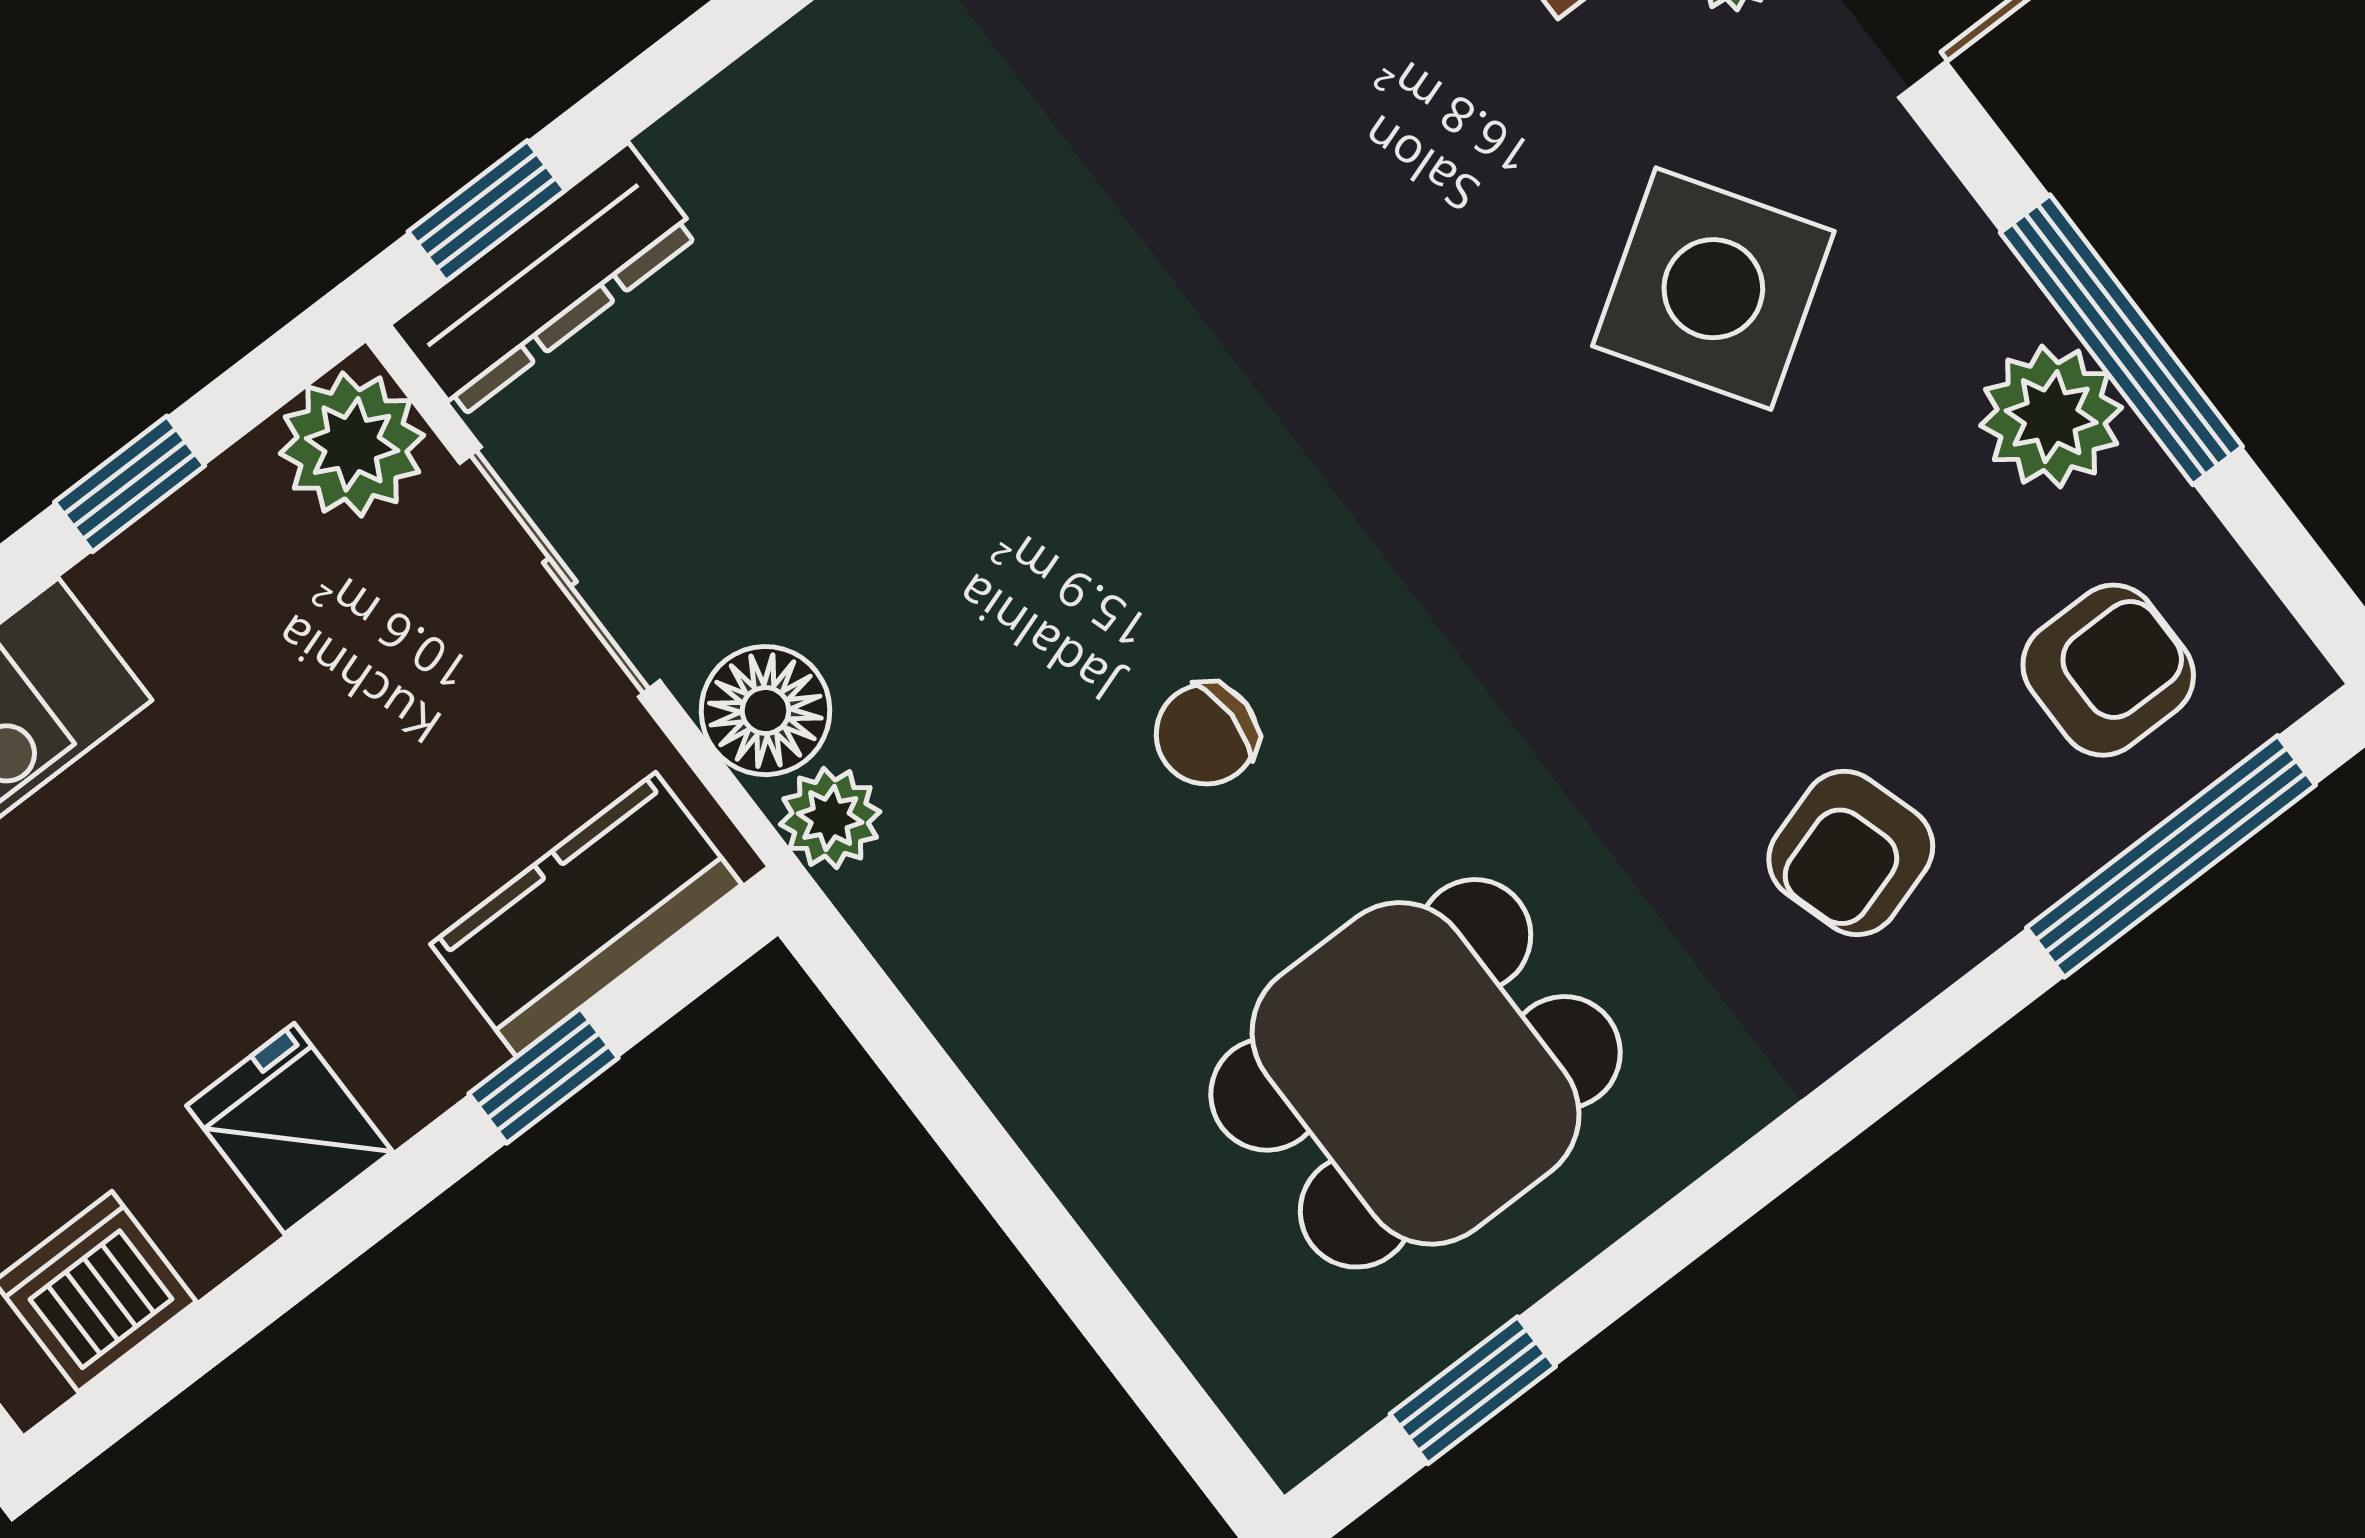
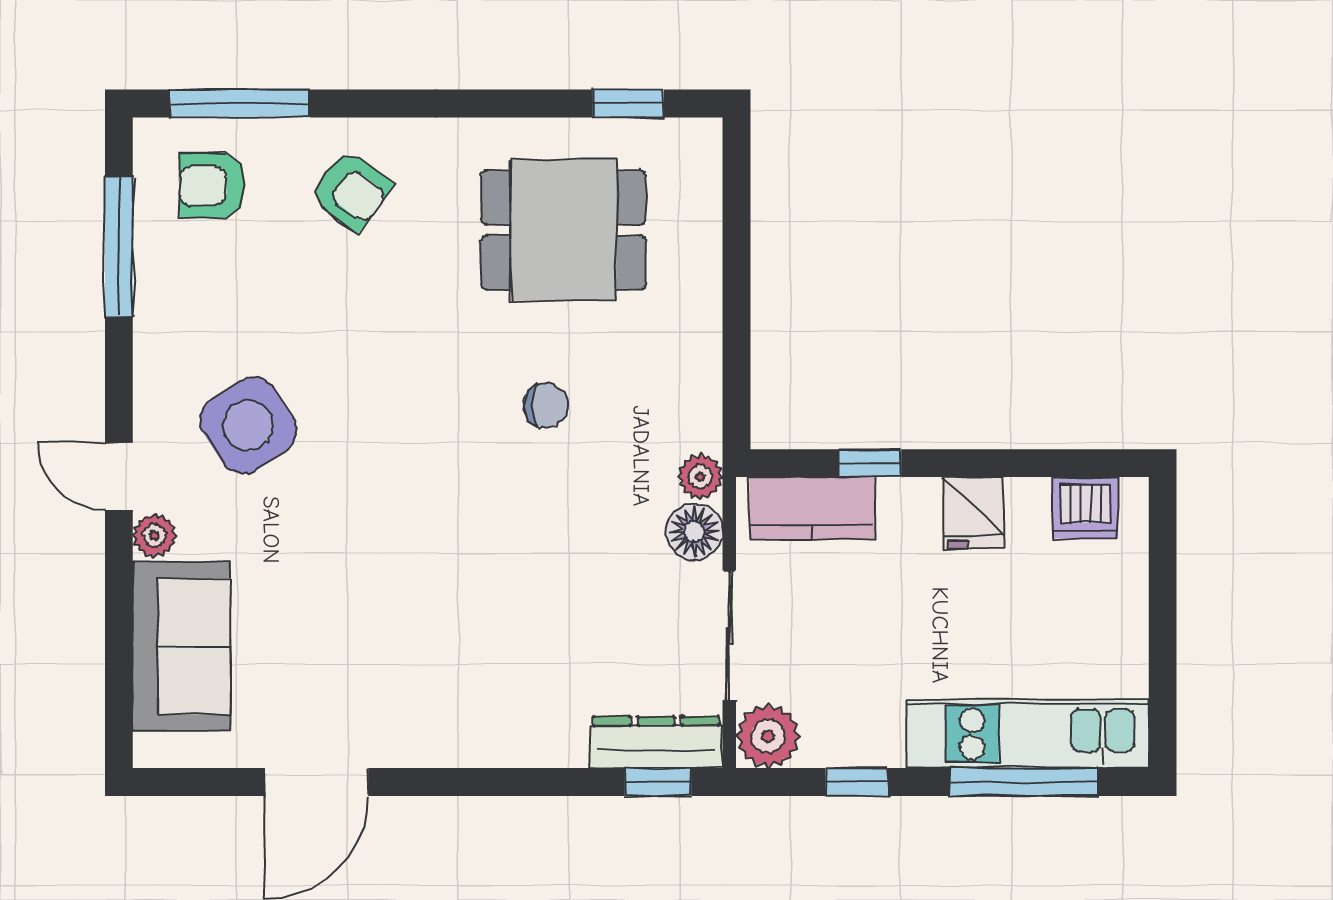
window: (2121, 340) -> (119, 246), moved
plant: (2051, 417) -> (164, 290), removed
armchair: (1851, 853) -> (352, 191), turned 54

